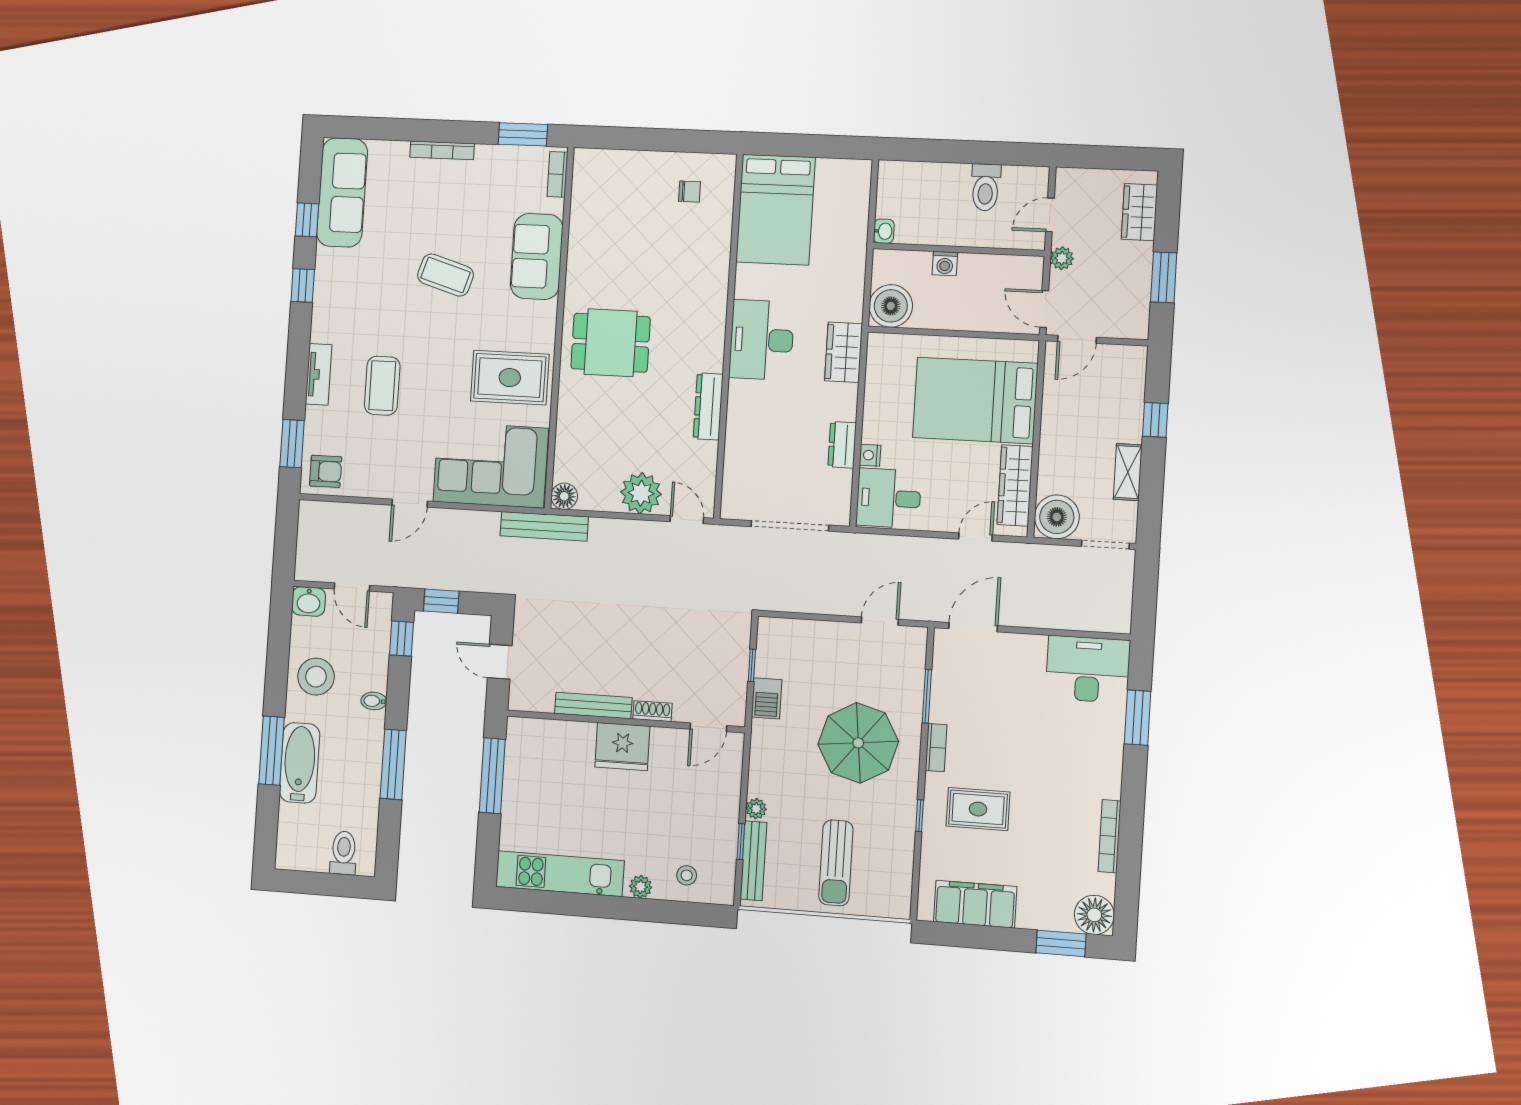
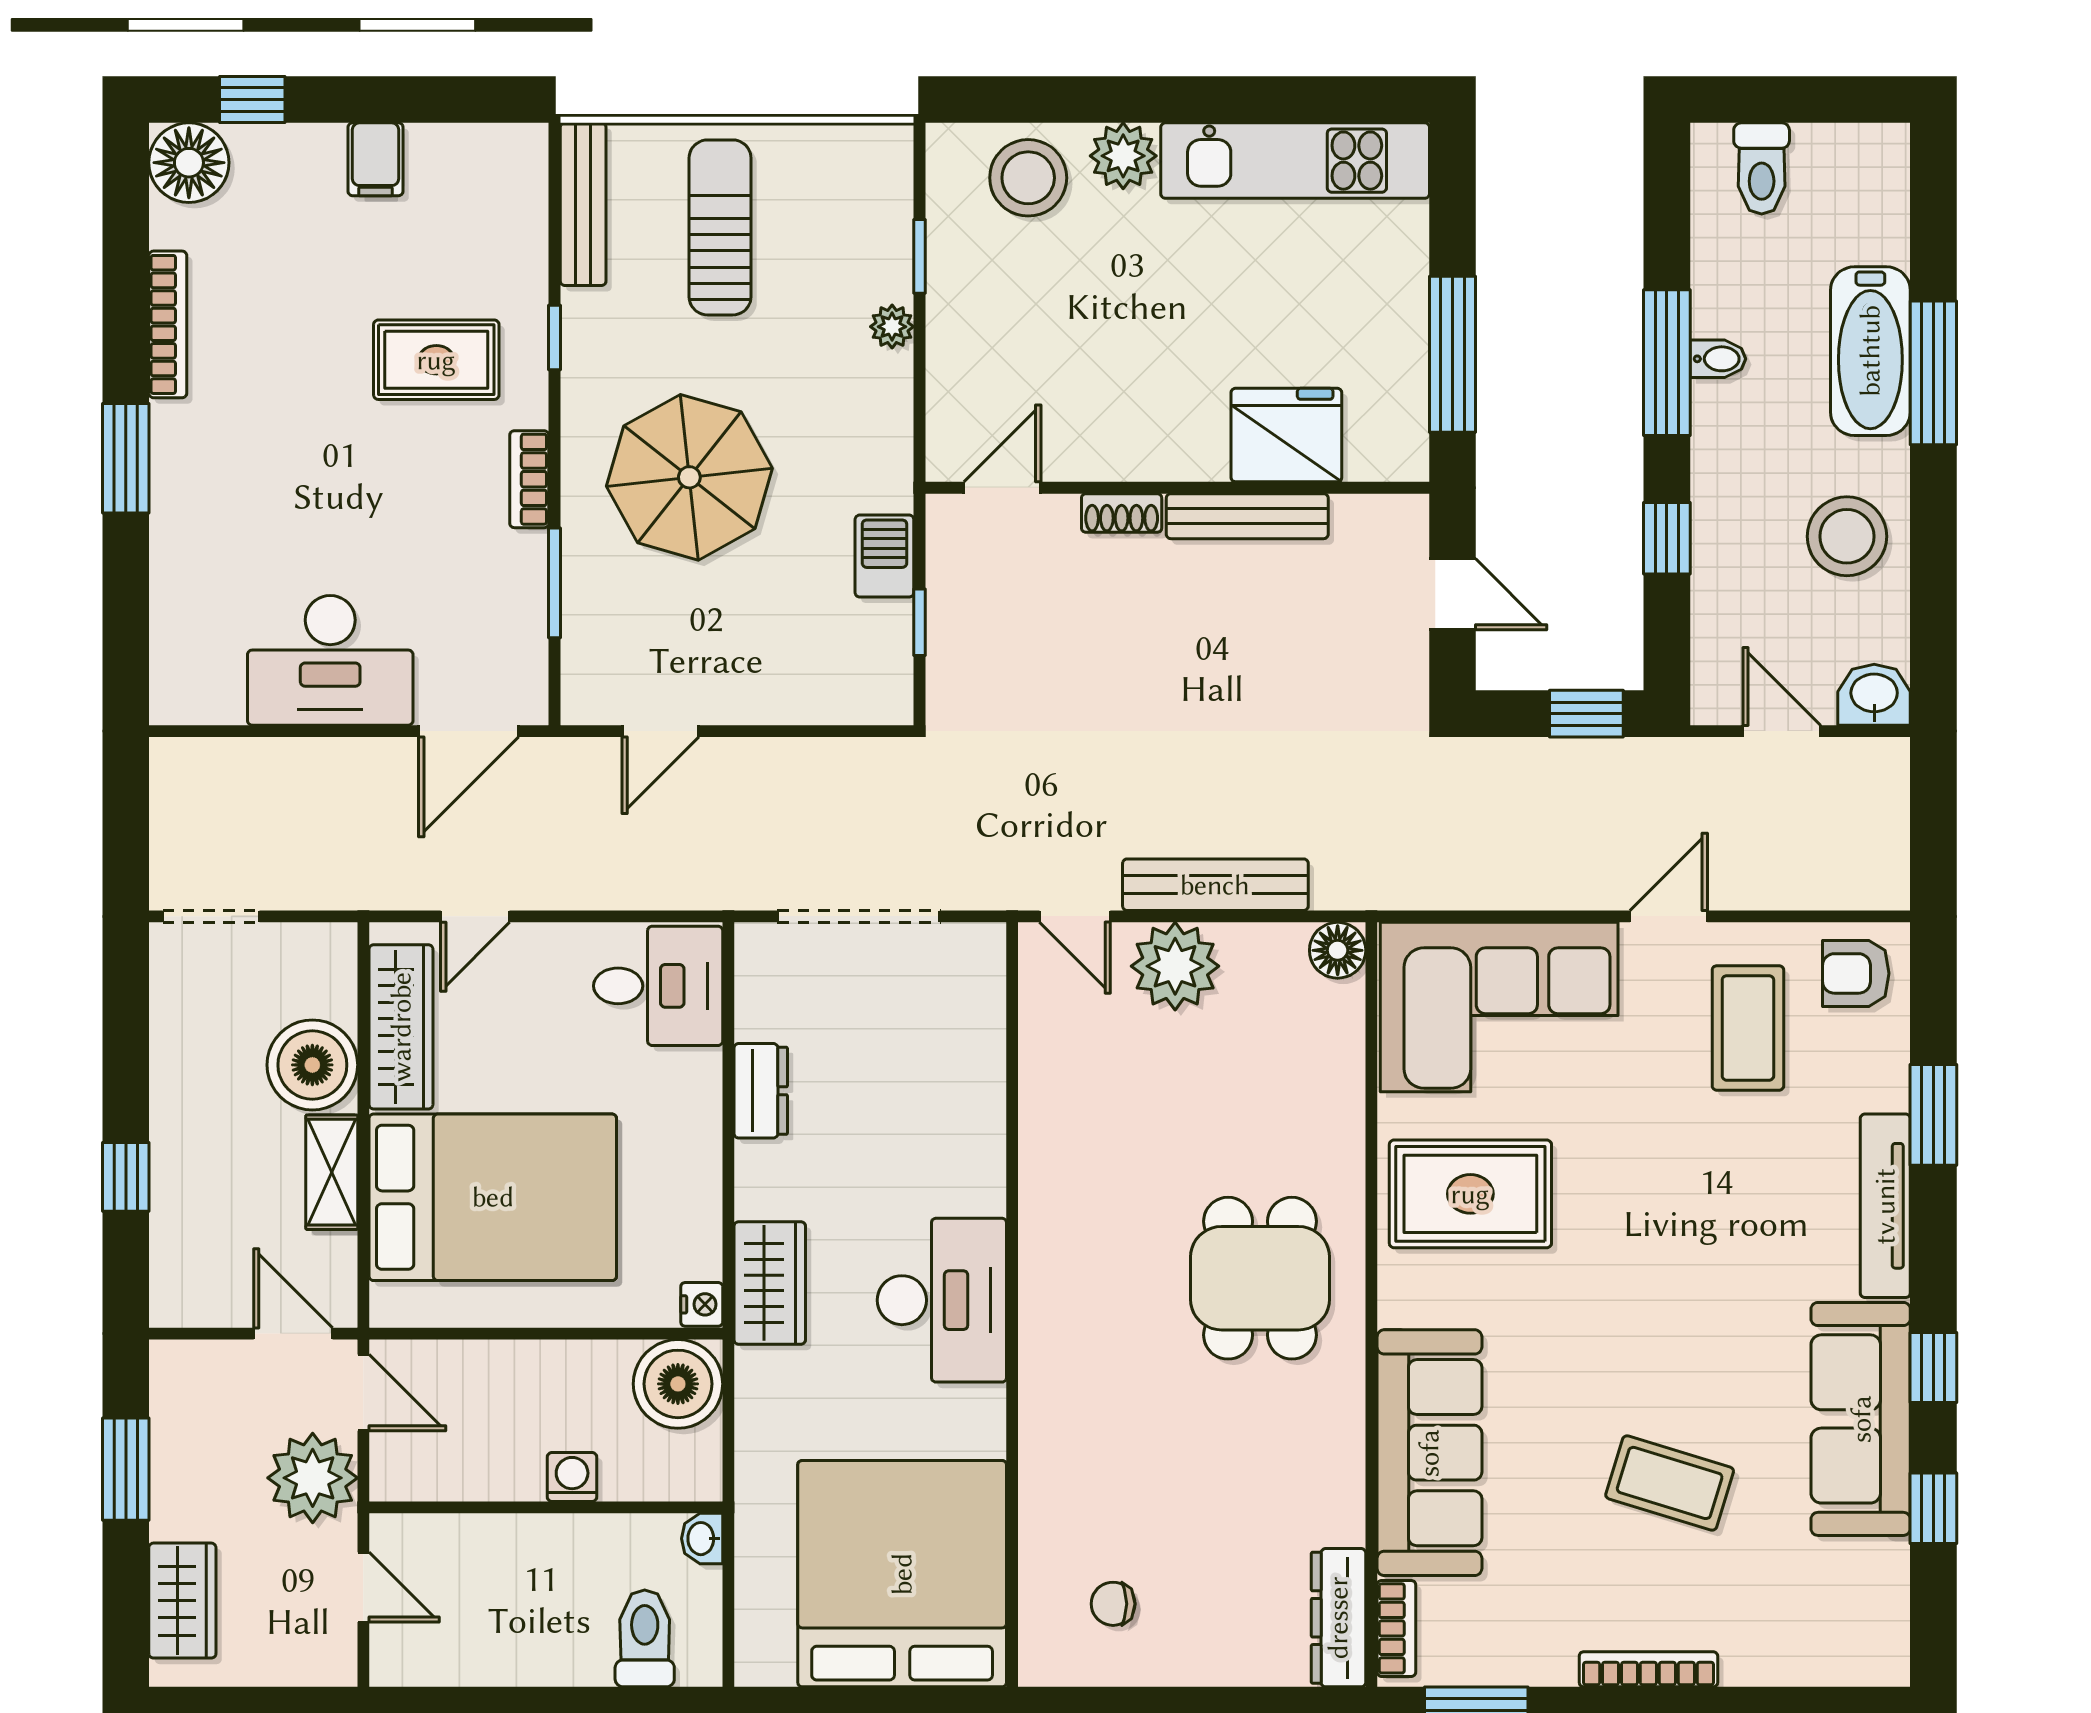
toilet: (986, 187) -> (645, 1638), moved
sofa: (342, 192) -> (1861, 1419), moved
bed: (776, 210) -> (902, 1574), width x1.36
door: (1050, 215) -> (363, 1587), hinge flipped
sofa: (537, 256) -> (1429, 1453), width x1.36
plant: (1062, 258) -> (313, 1478), width x1.88, depth x1.88
coffee table: (446, 275) -> (1670, 1483), moved
door: (1077, 339) -> (293, 1334), hinge flipped
dining table: (611, 343) -> (1260, 1278), turned 90
tv unit: (319, 374) -> (1885, 1206), width x1.41
coffee table: (382, 386) -> (1748, 1028), moved
dresser: (708, 406) -> (1338, 1618), moved, turned 180
window: (292, 444) -> (1933, 1115), moved
nightstand: (870, 455) -> (702, 1304), moved
shelving: (1128, 472) -> (332, 1172), moved
boiler: (1057, 517) -> (312, 1065), moved
bench: (544, 526) -> (1215, 885), moved
window: (401, 639) -> (1667, 538), moved
desk: (1088, 669) -> (330, 660), moved
bidet: (374, 701) -> (1718, 359), moved
window: (1138, 718) -> (126, 458), moved
fridge: (622, 747) -> (1286, 435), moved
bench: (753, 861) -> (583, 204), moved
stool: (687, 875) -> (1028, 178), width x1.89, depth x1.89
plant: (641, 887) -> (1123, 156), width x1.38, depth x1.38
filing cabinet: (975, 904) -> (376, 159), width x0.33, depth x0.86
window: (1061, 943) -> (252, 100), width x0.67

